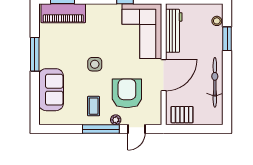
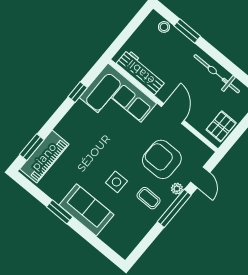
window: (35, 54) -> (60, 212), width x0.69
side table: (95, 64) -> (116, 182), moved
door: (164, 75) -> (173, 114), width x0.73
sofa: (51, 90) -> (86, 210), moved

